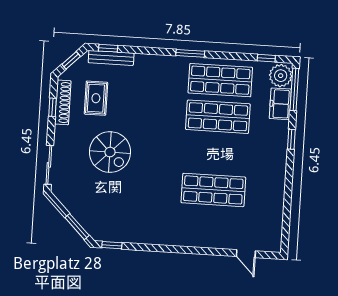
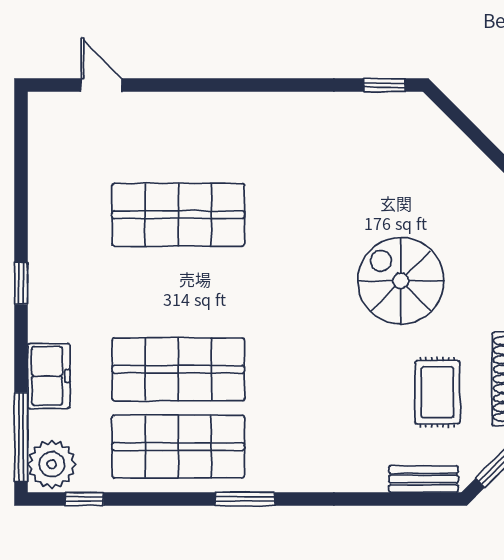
window: (108, 48) -> (418, 499), removed
bench: (111, 58) -> (424, 479), width x0.73
freezer: (280, 104) -> (49, 376), moved
window: (291, 139) -> (21, 283), moved
window: (77, 227) -> (460, 120), removed

